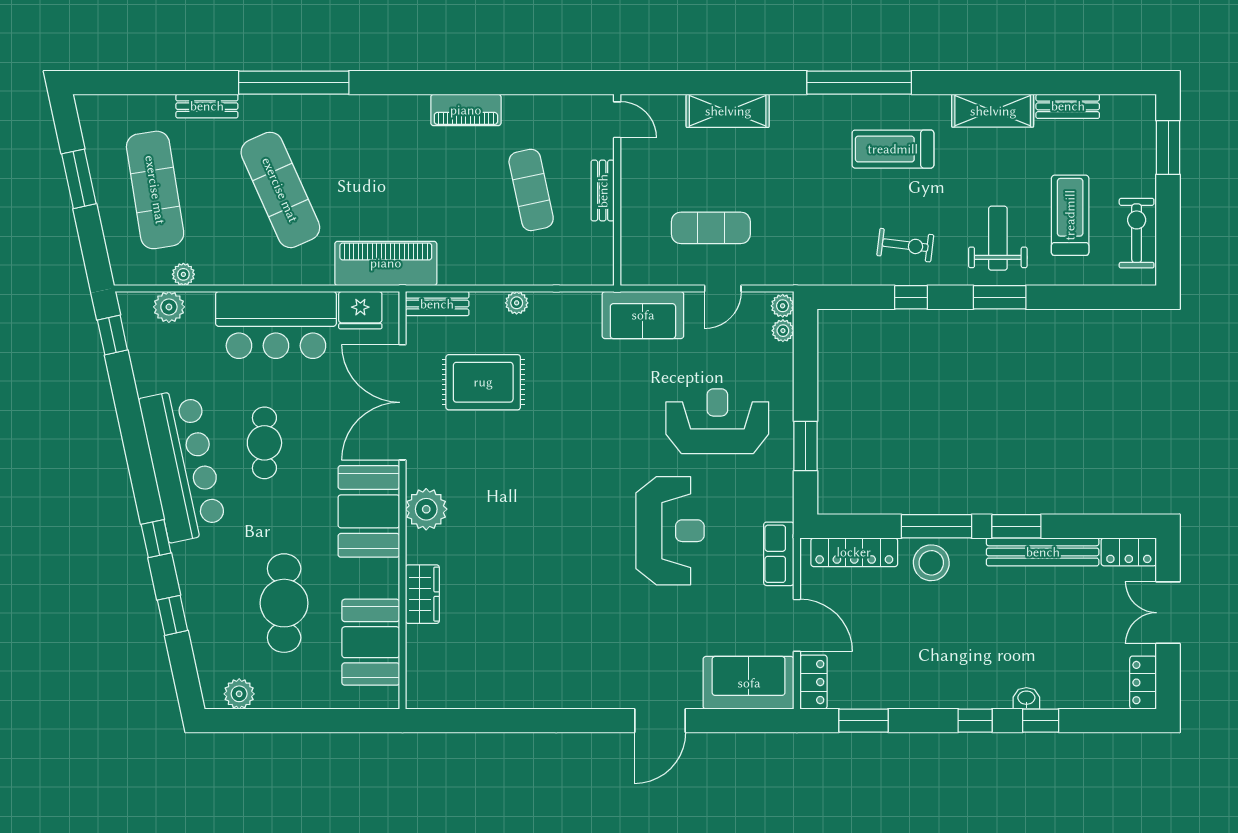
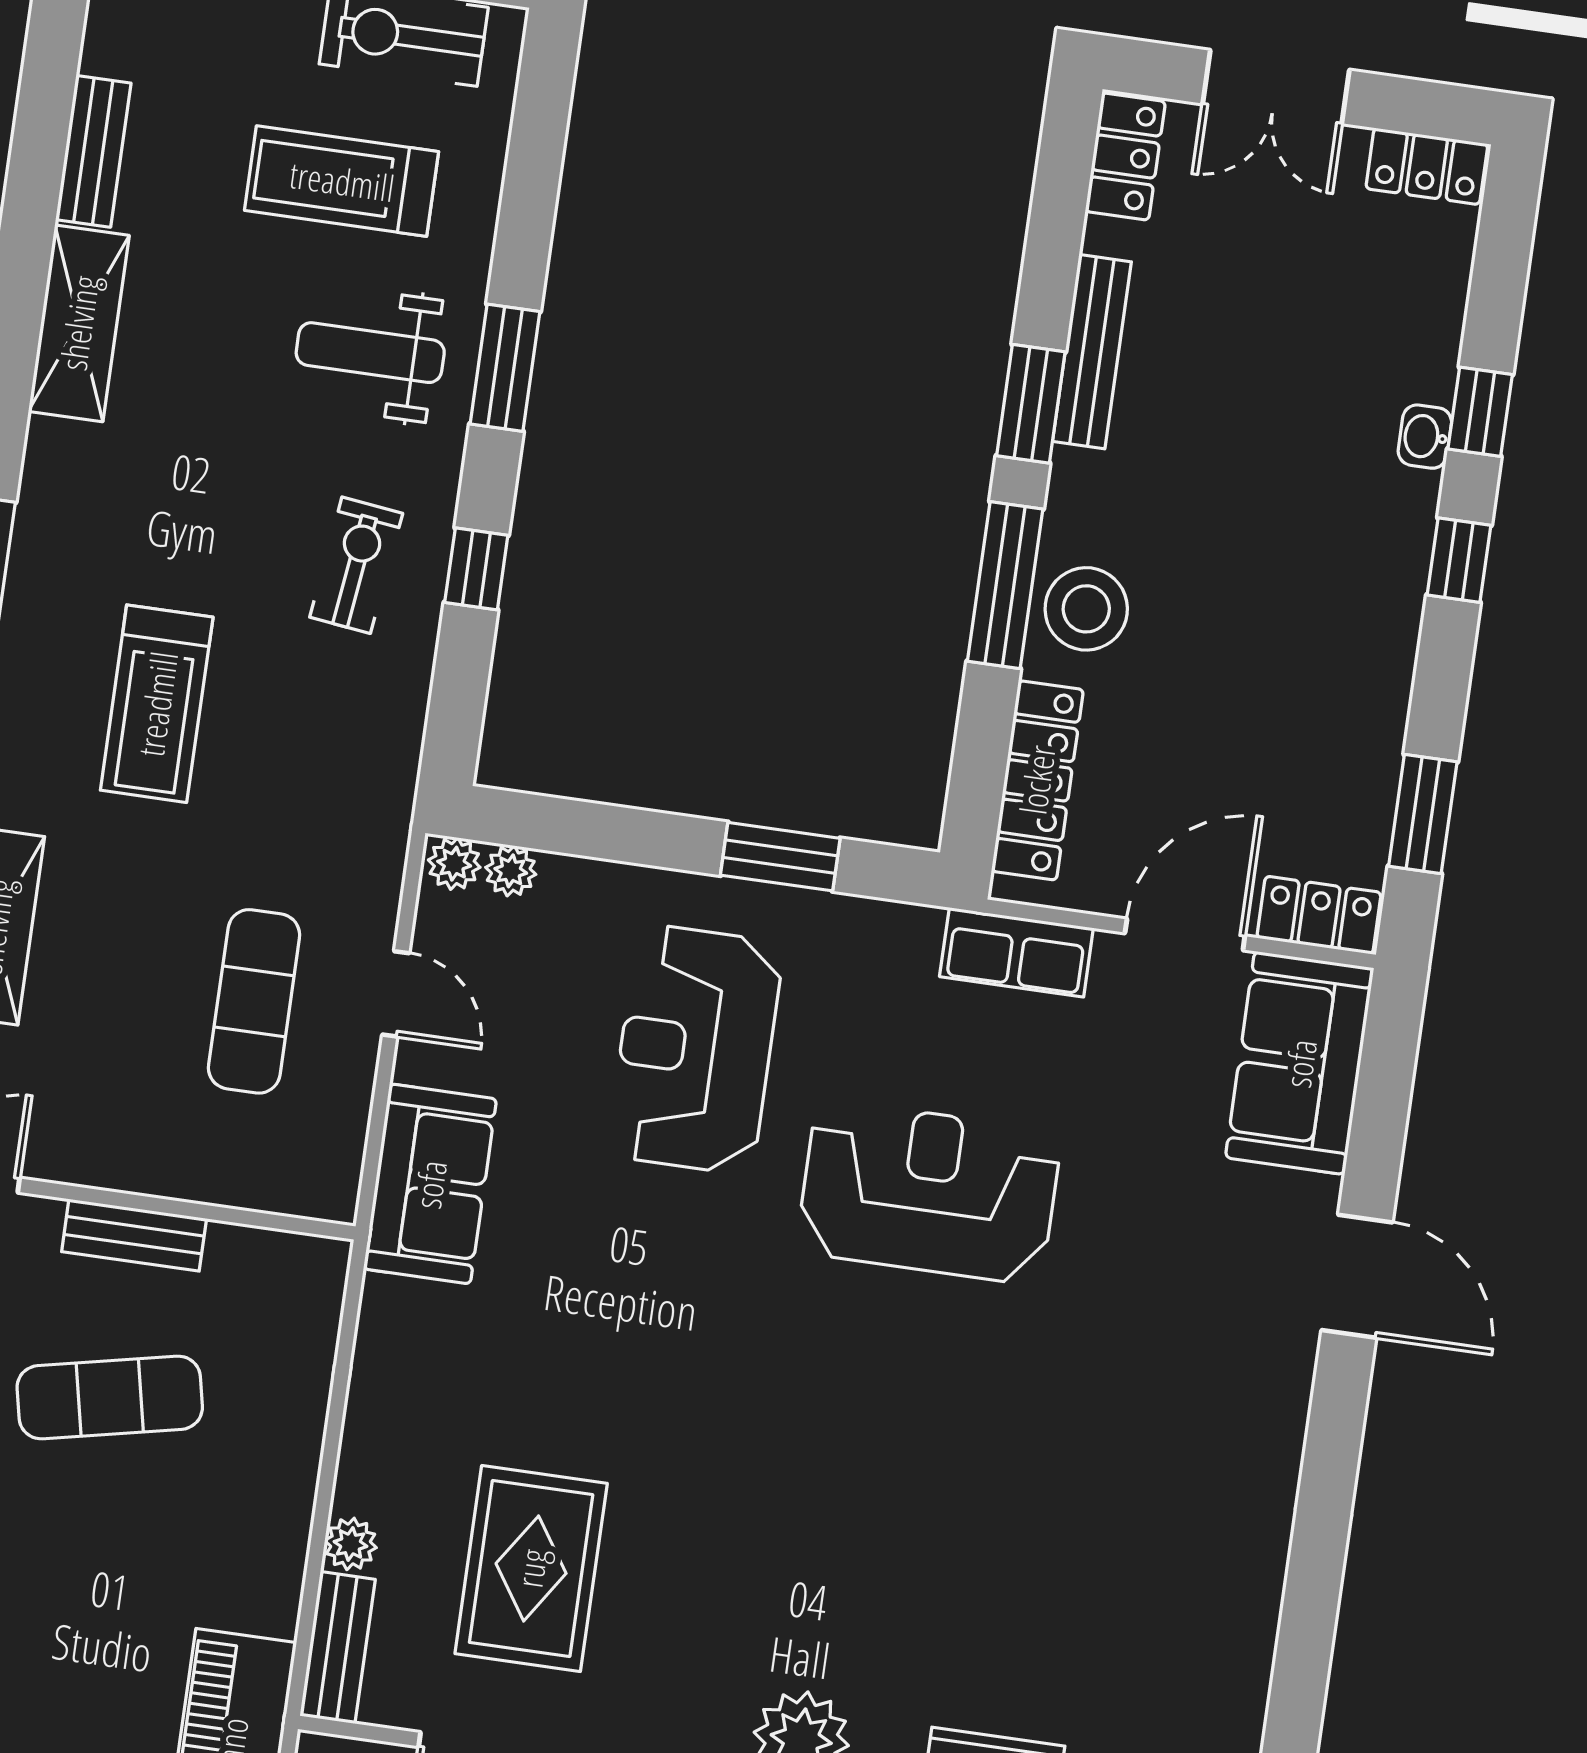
treadmill: (893, 149) -> (157, 704), moved
plant: (517, 303) -> (351, 1544), moved
bench: (1043, 552) -> (1092, 352), width x0.73, depth x0.82

